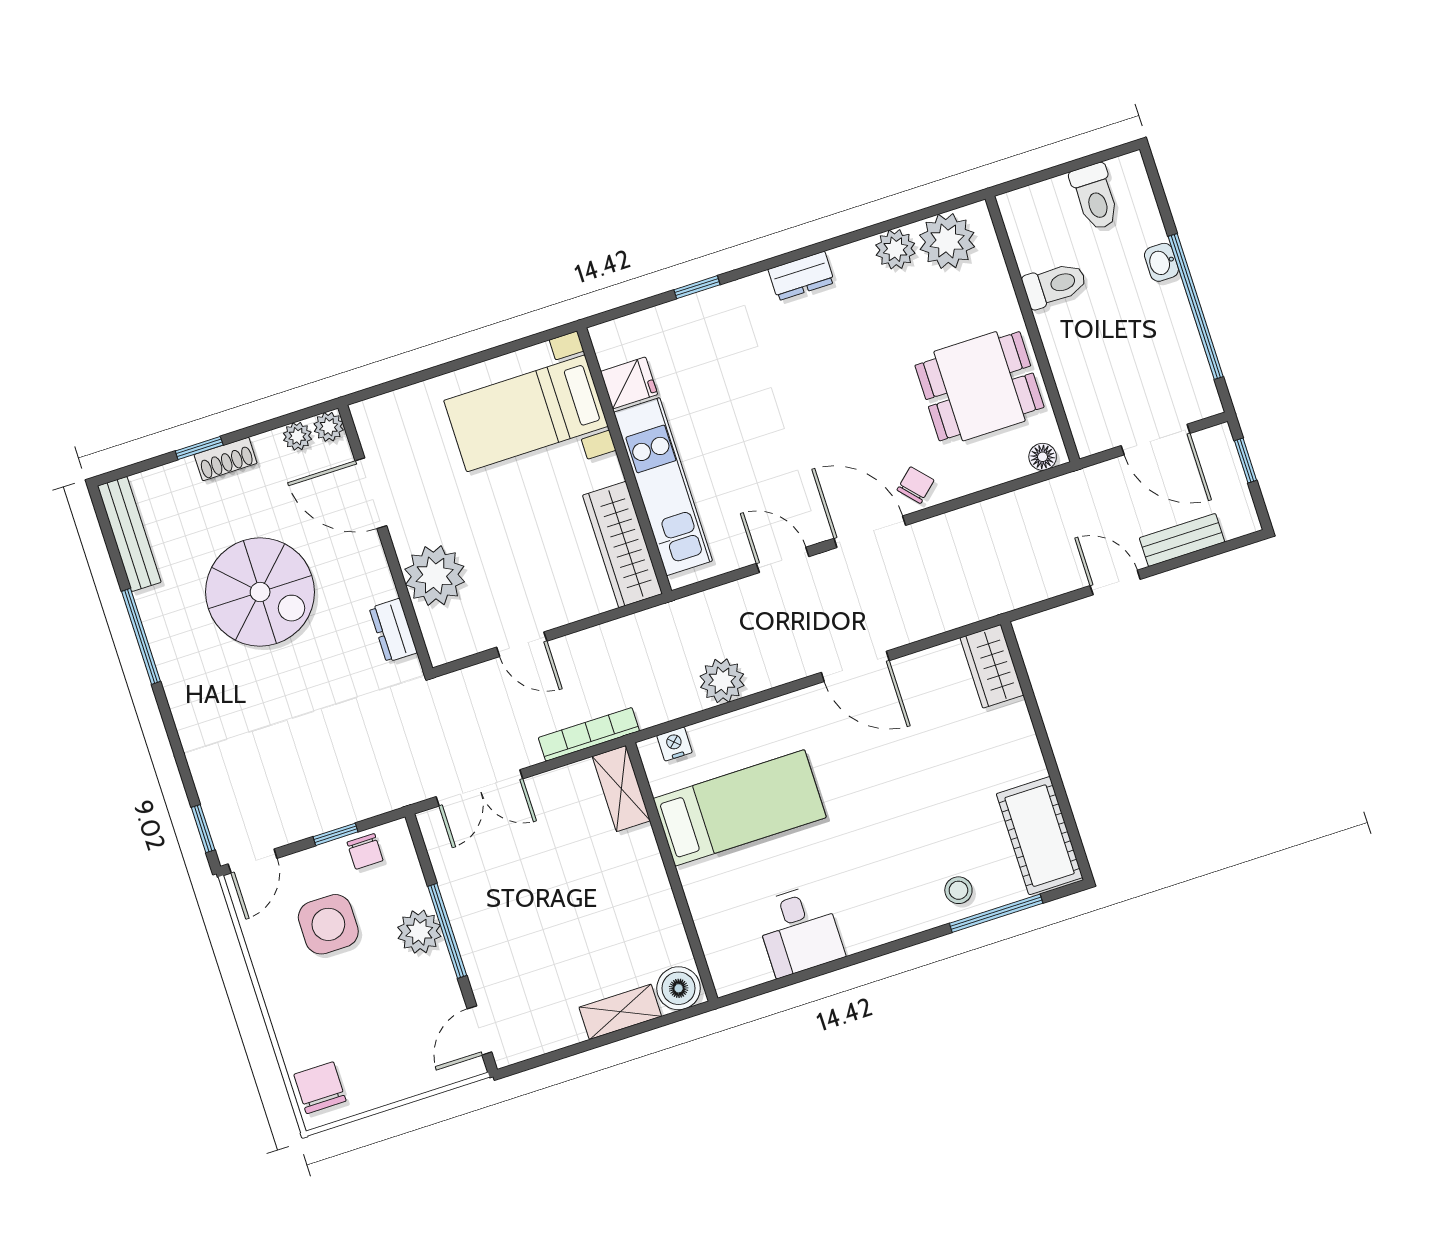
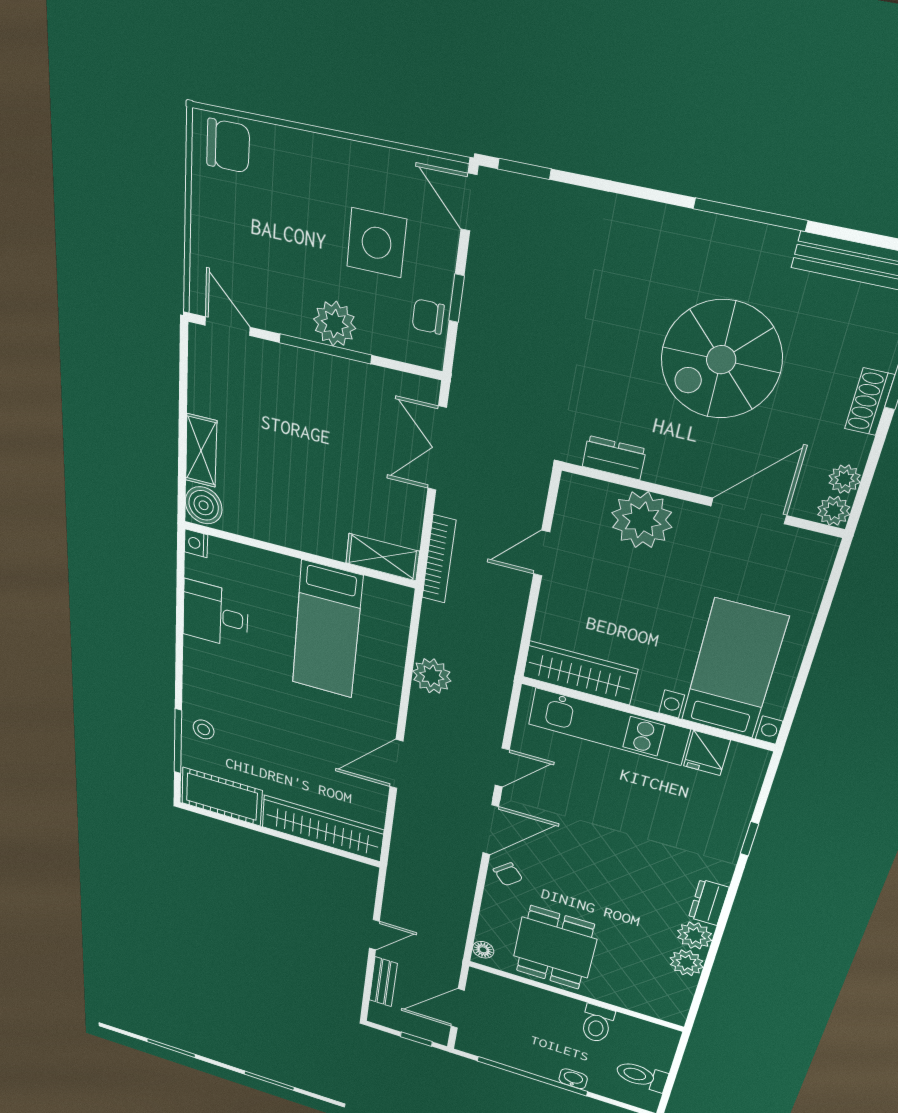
plant: (947, 241) -> (695, 936), moved, width x0.73, depth x0.73
wardrobe: (992, 666) -> (322, 828), width x2.10, depth x1.17
nightstand: (675, 744) -> (196, 543), moved, turned 180

